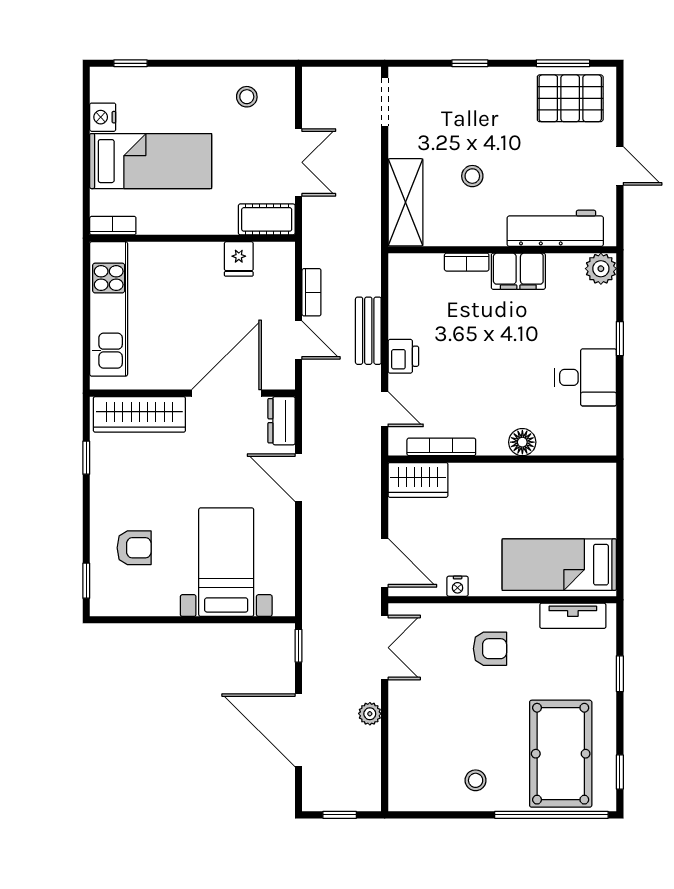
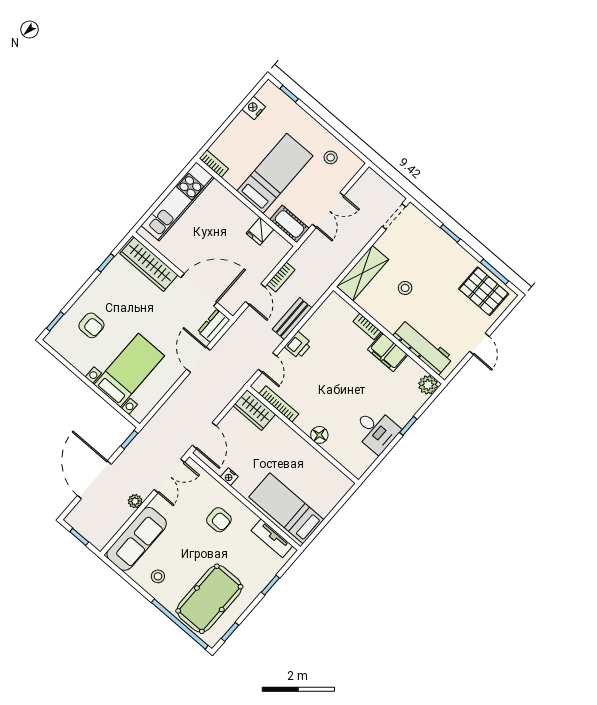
bed: (151, 161) -> (275, 173), moved, turned -90
sofa: (411, 757) -> (137, 539), added

